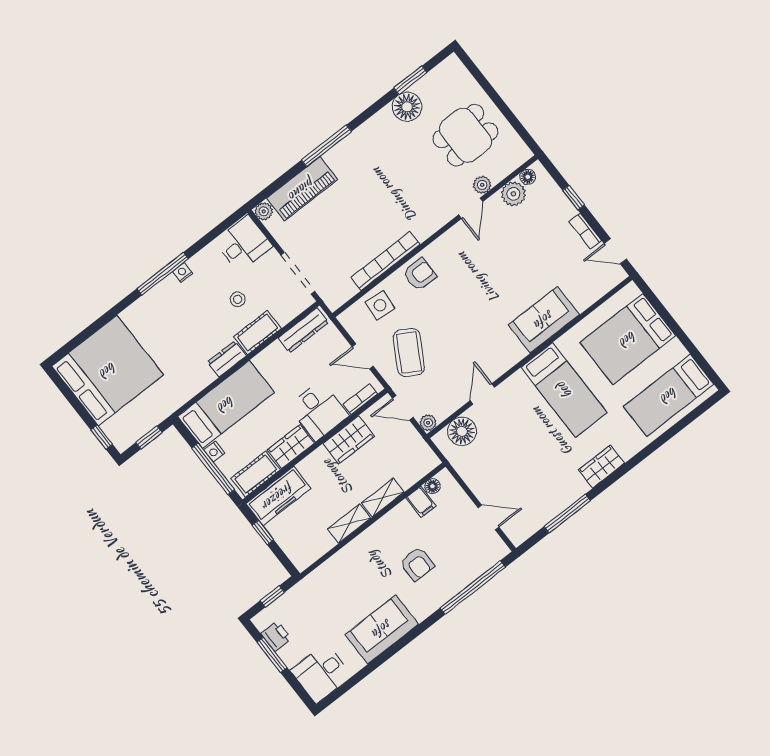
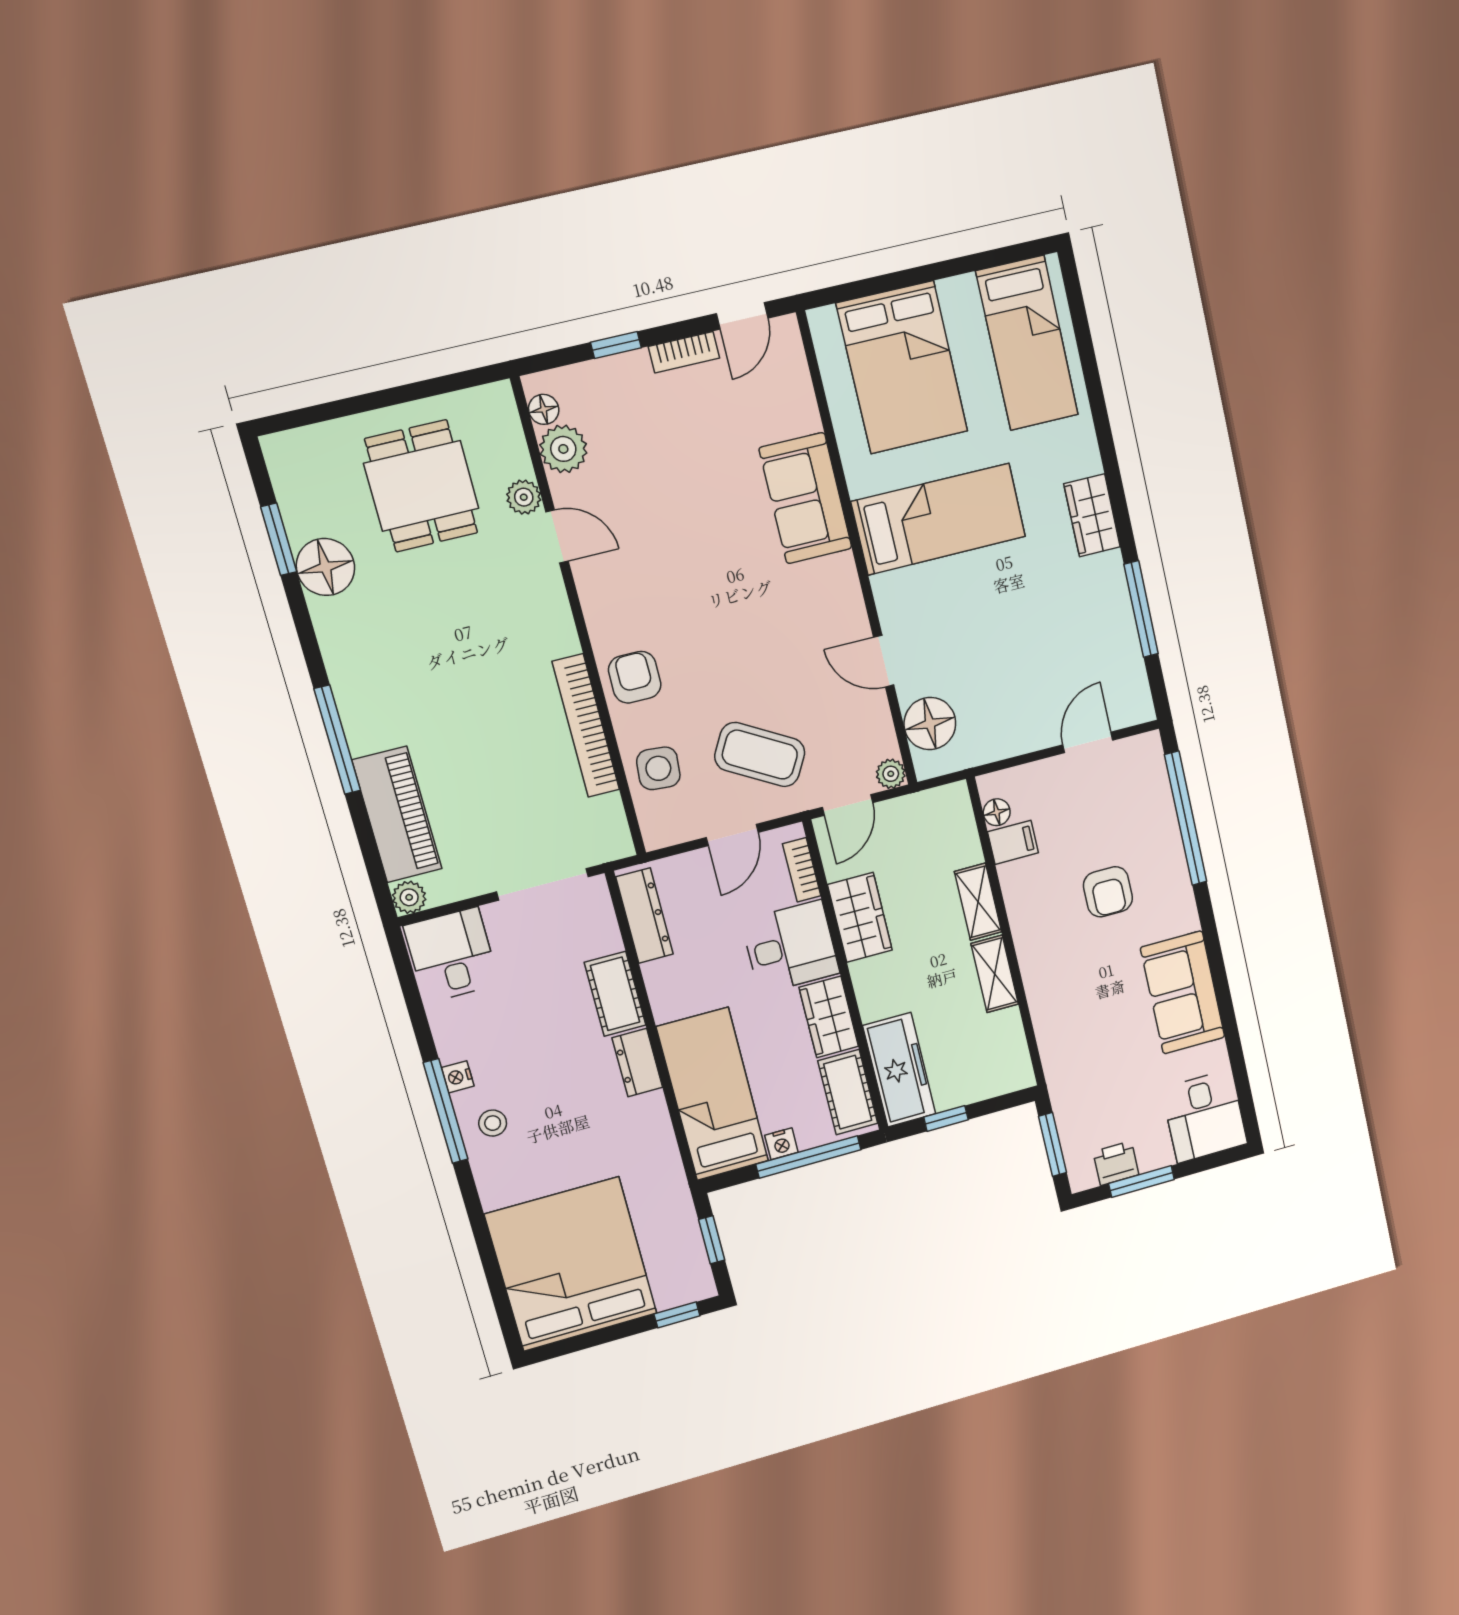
stool: (238, 299) -> (493, 1123), moved
armchair: (417, 564) -> (1108, 892), turned 90
window: (272, 597) -> (1053, 1144), width x1.50

